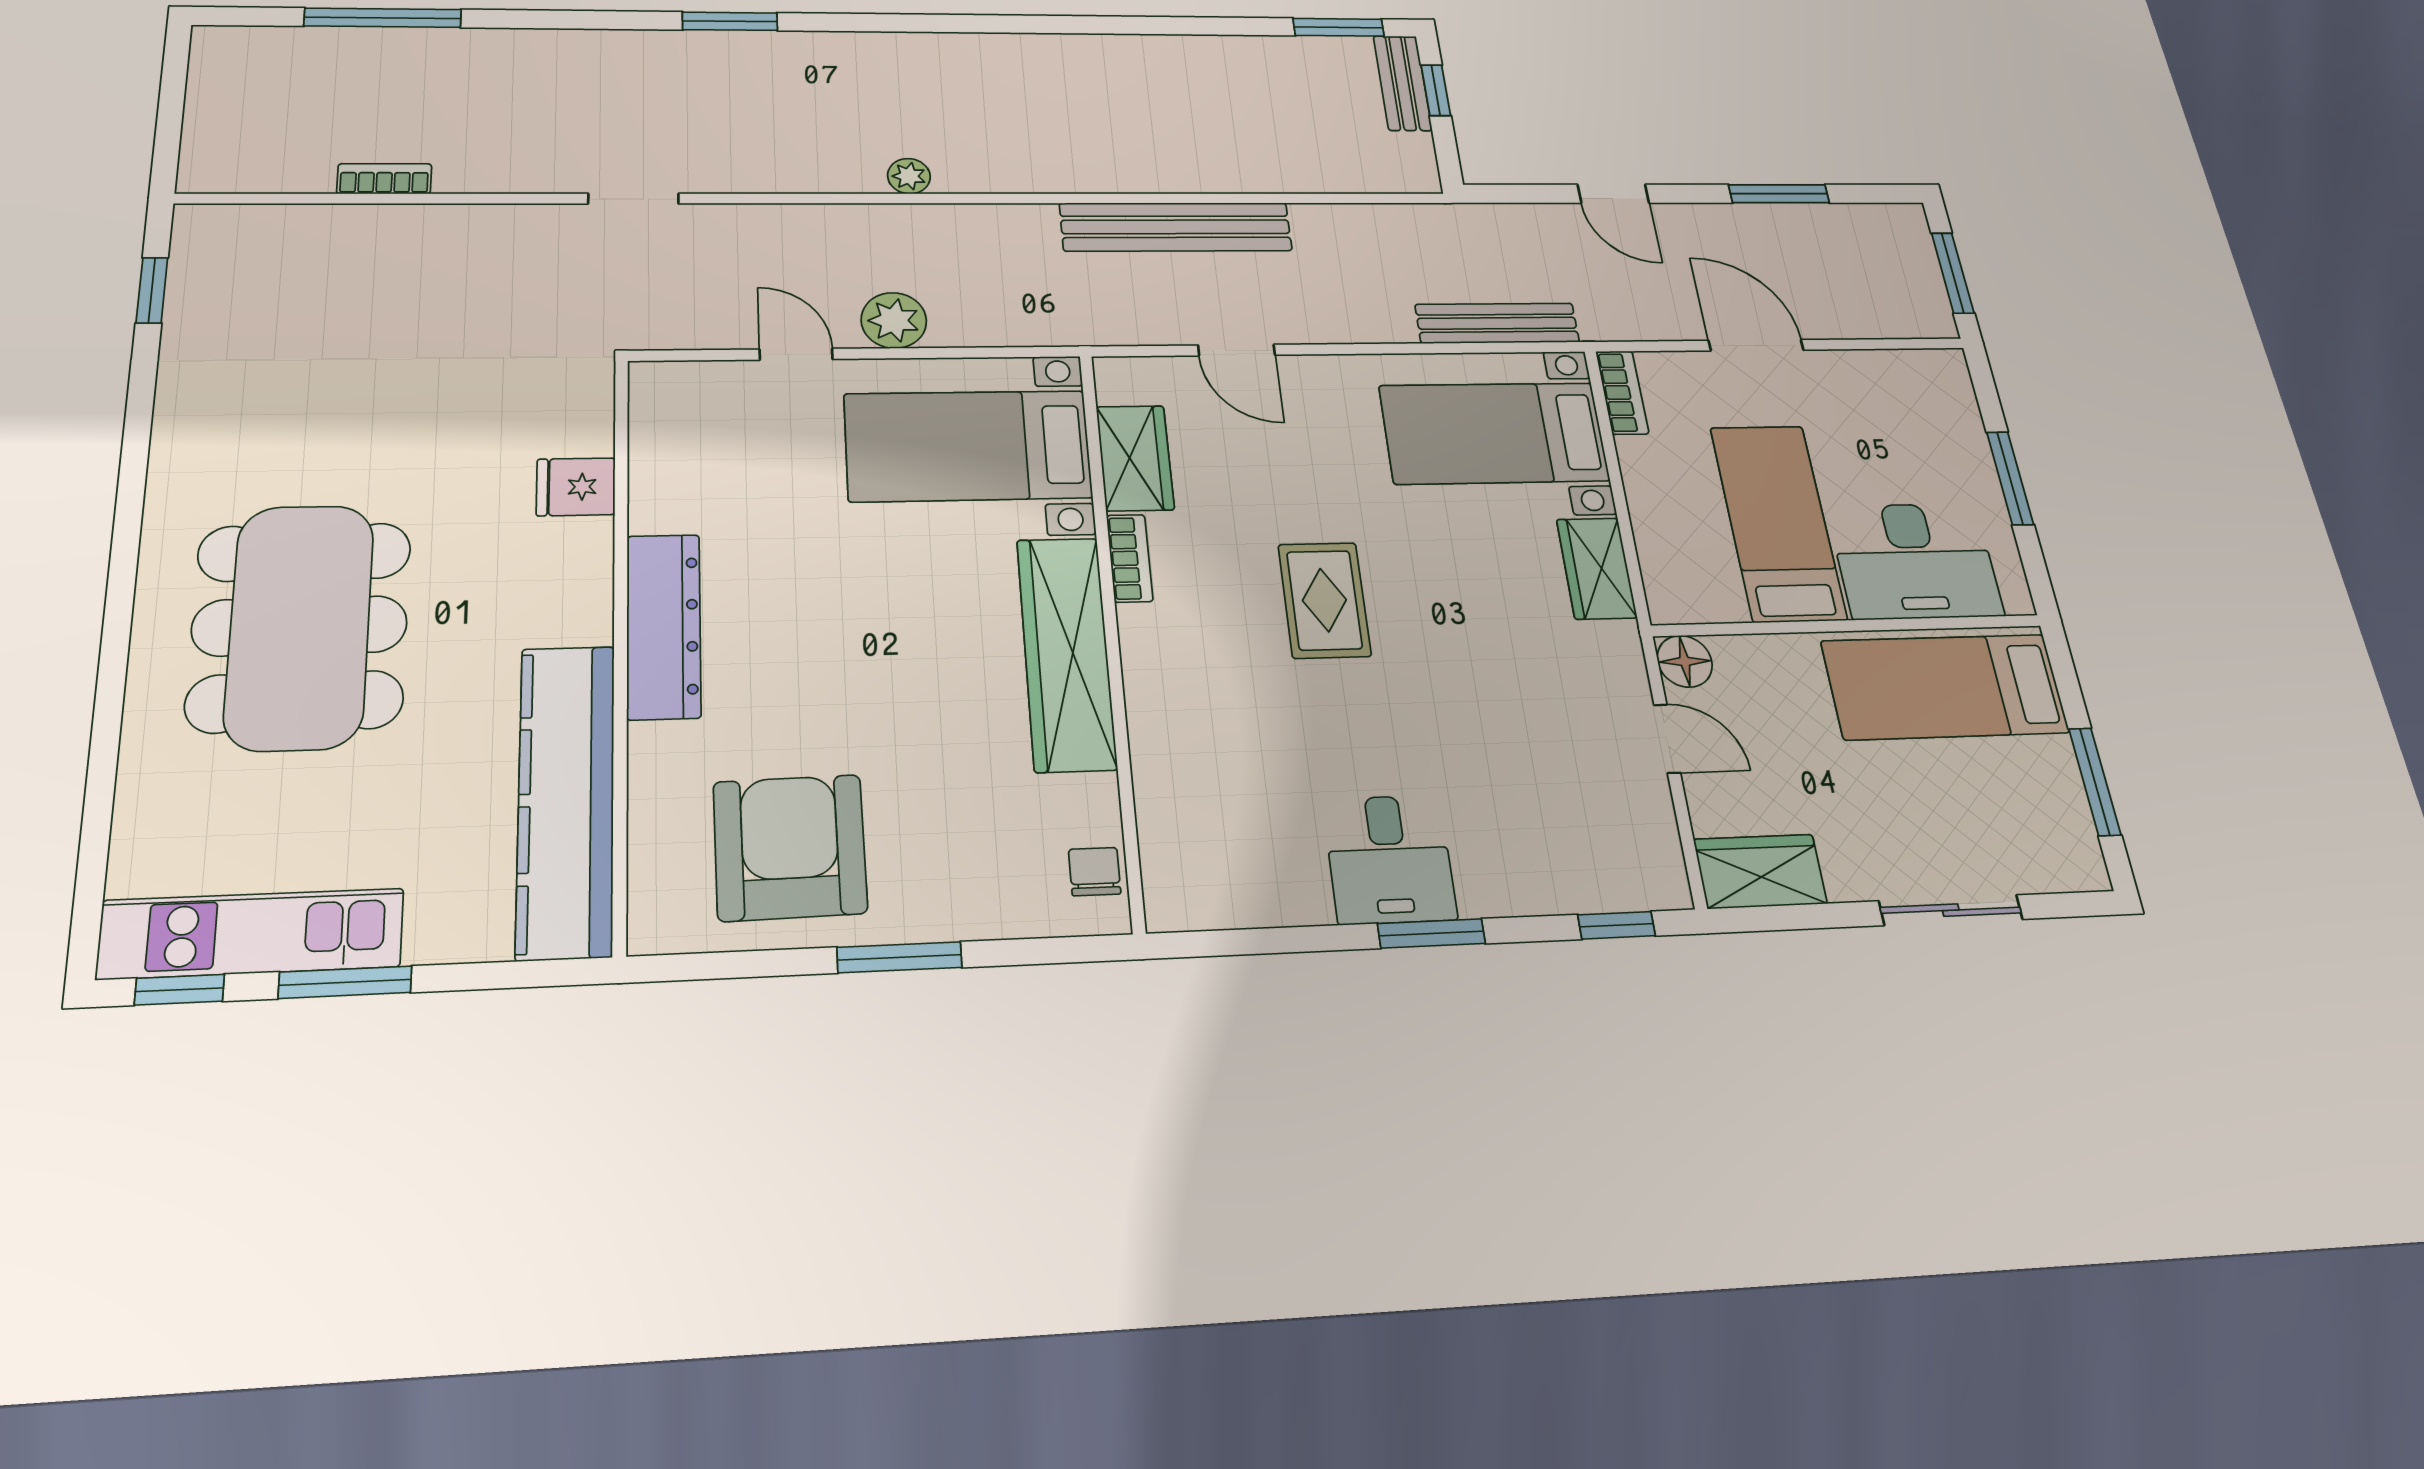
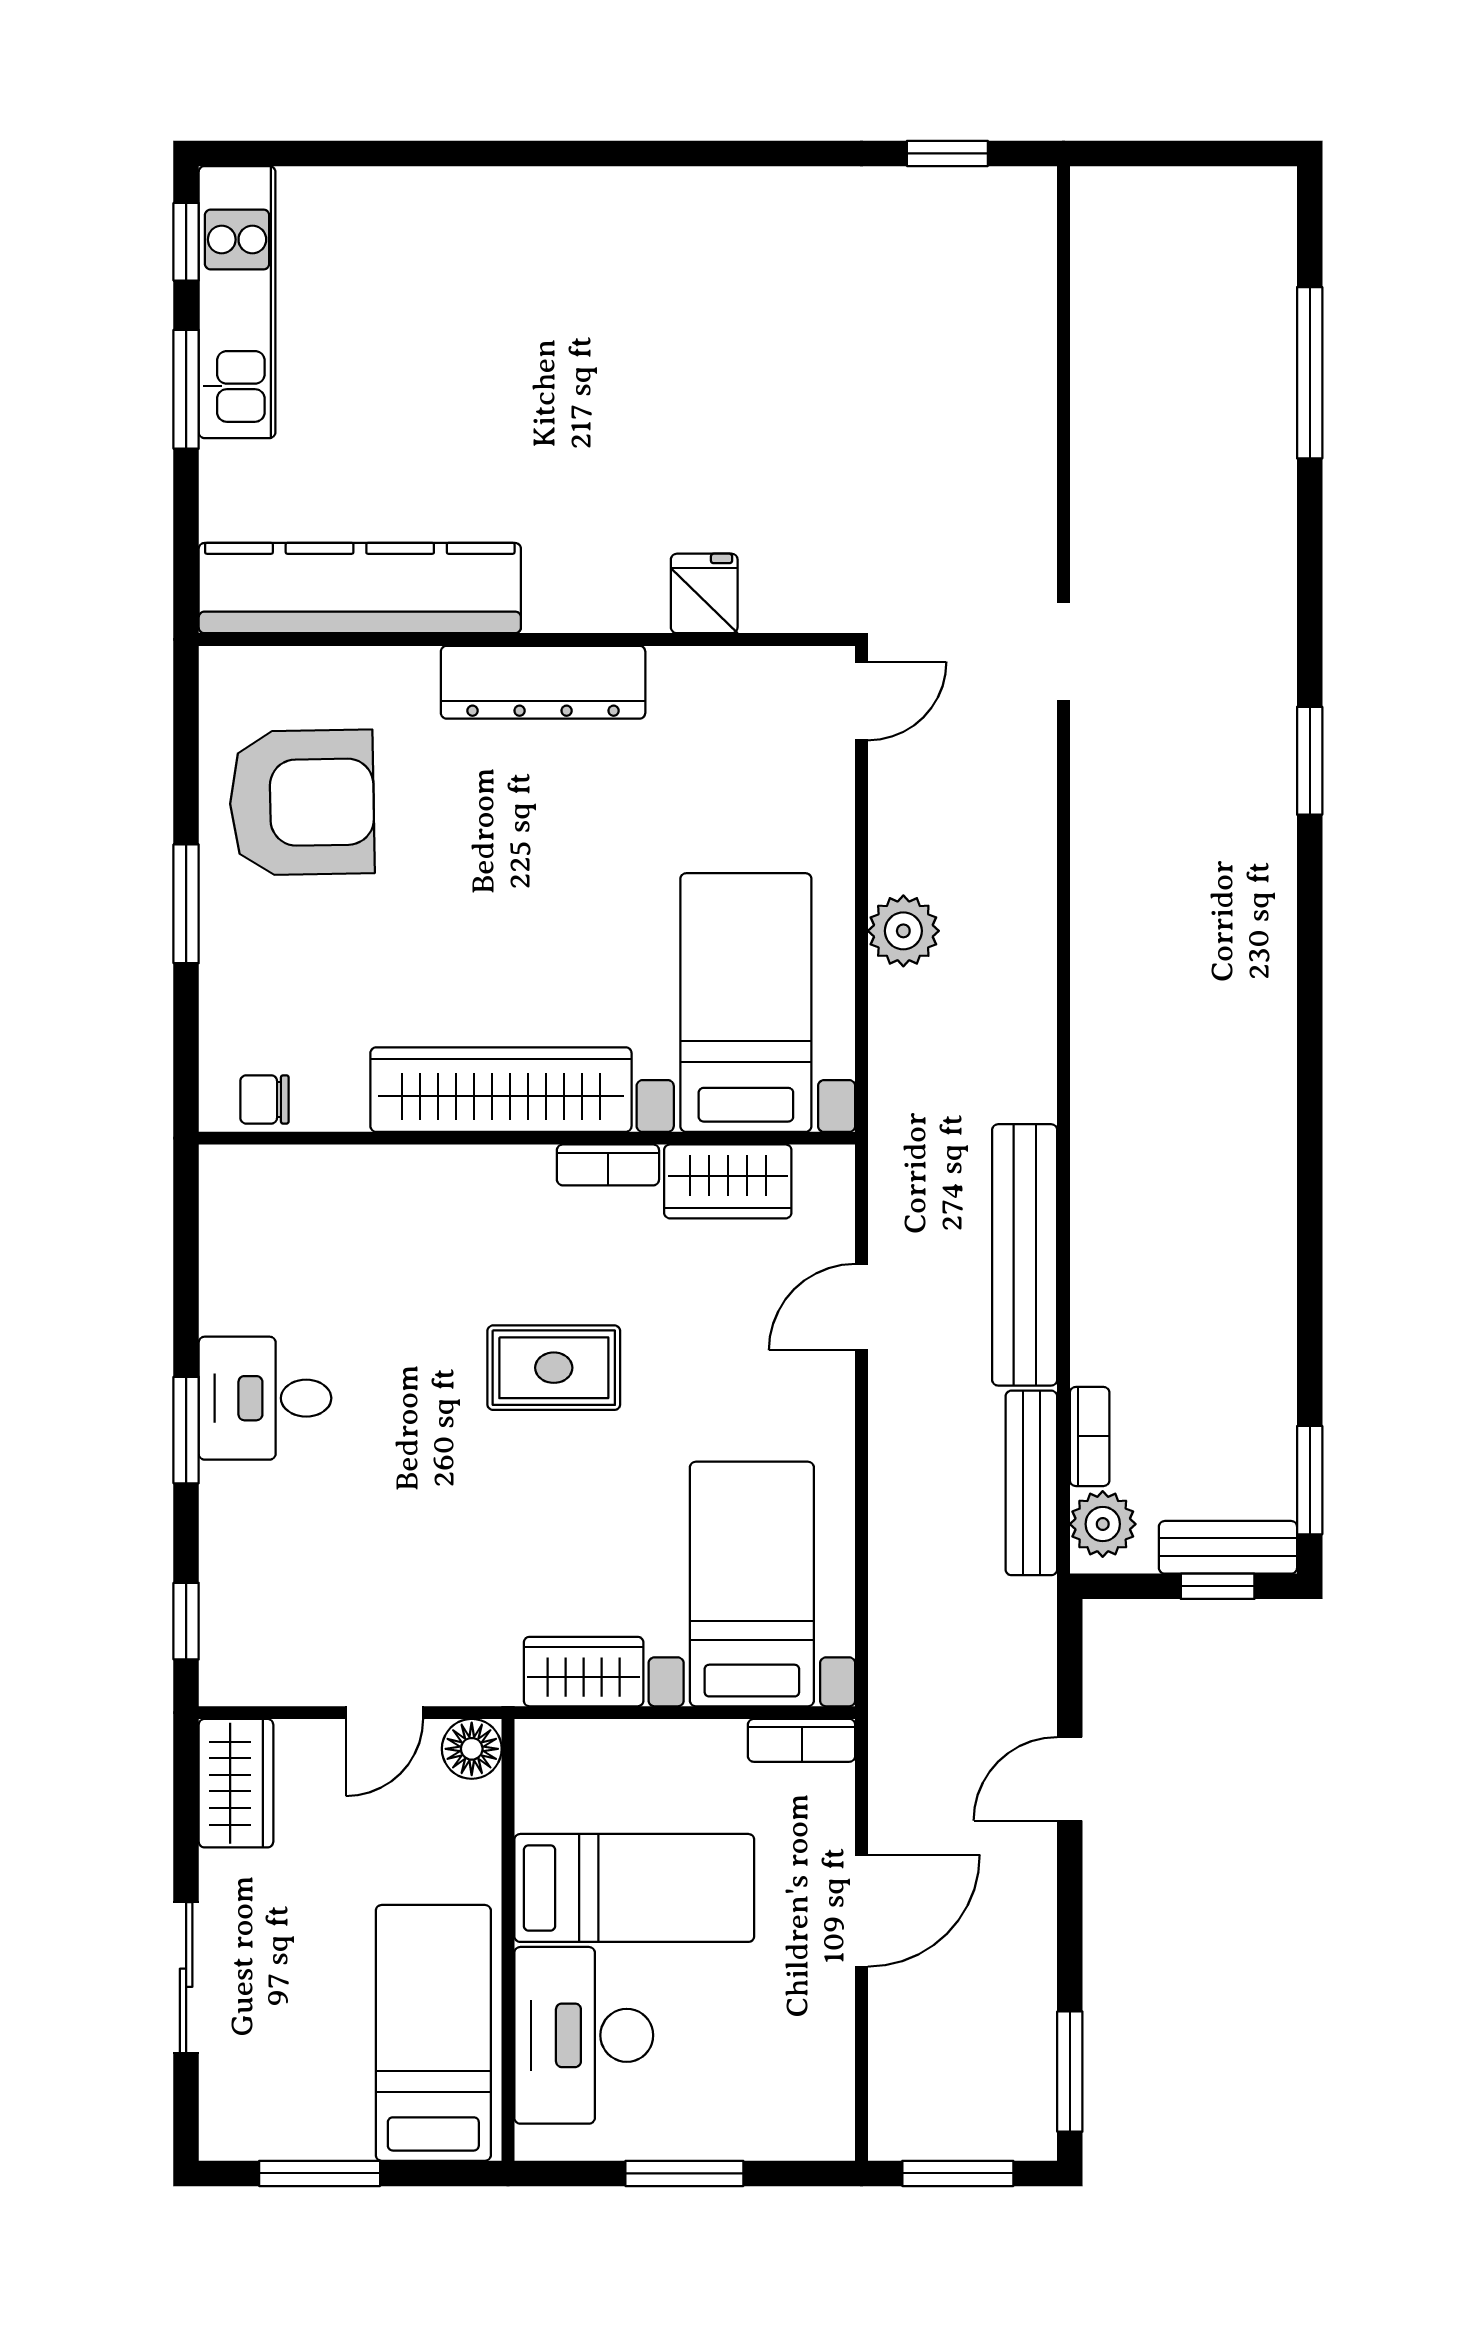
plant: (909, 176) -> (1103, 1524), moved, width x1.38, depth x1.38
bookcase: (384, 179) -> (1090, 1436), moved
window: (1779, 194) -> (1070, 2072), moved
bench: (1497, 323) -> (1031, 1483), moved
door: (796, 354) -> (862, 701), moved
dining table: (300, 626) -> (553, 327), removed
chair: (1095, 872) -> (264, 1099), turned 180

